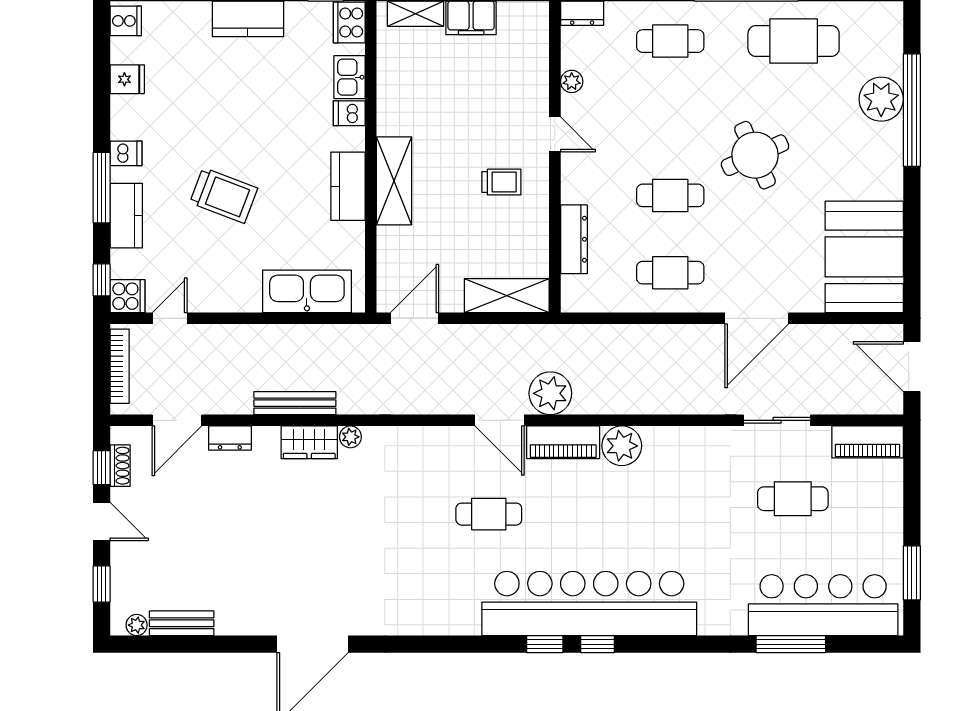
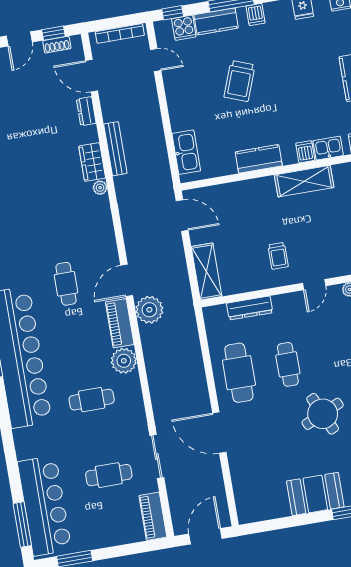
shelving: (394, 181) -> (304, 181), moved
booth: (864, 257) -> (315, 494), moved, width x0.73, depth x0.70
cafe table: (670, 273) -> (239, 373), width x1.37, depth x1.35
kitchen sink: (307, 291) -> (186, 152), width x0.73, depth x0.81
cooker: (128, 296) -> (184, 28), moved
cafe table: (793, 499) -> (109, 475), turned 90
cafe table: (673, 505) -> (92, 400), added
window: (791, 644) -> (22, 525), moved

